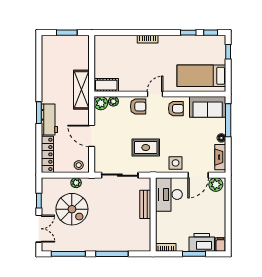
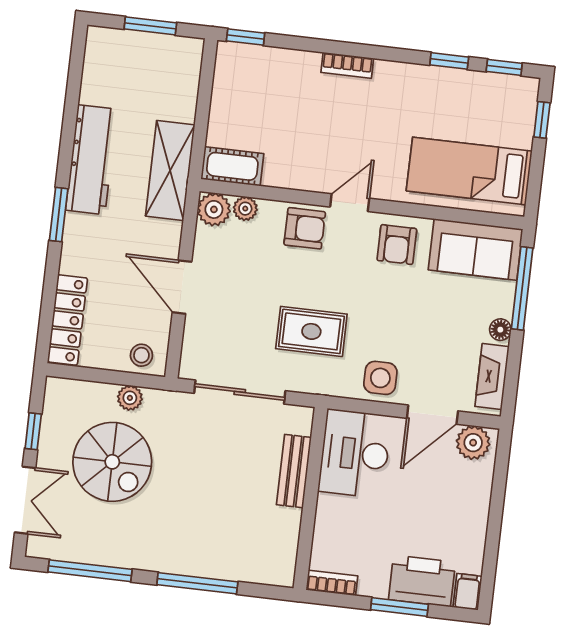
window: (105, 33) -> (246, 37), added
armchair: (176, 109) -> (397, 245), turned 90
workbench: (49, 119) -> (91, 160), moved, width x1.38

